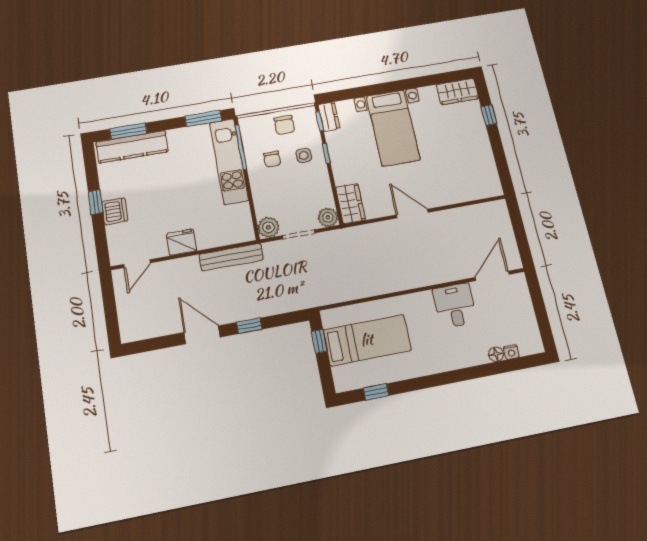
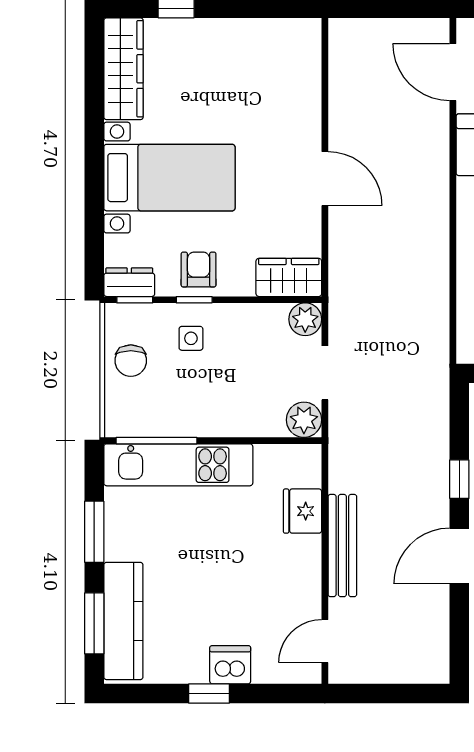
wardrobe: (458, 92) -> (124, 69), width x1.50
window: (203, 118) -> (94, 532), moved
chair: (284, 125) -> (131, 361), turned 90
armchair: (344, 153) -> (199, 270), added
chair: (272, 159) -> (188, 393), removed
door: (412, 214) -> (325, 179), swing flipped
fridge: (182, 242) -> (303, 511), moved
bench: (231, 257) -> (342, 546), moved
door: (137, 264) -> (325, 641), swing flipped

